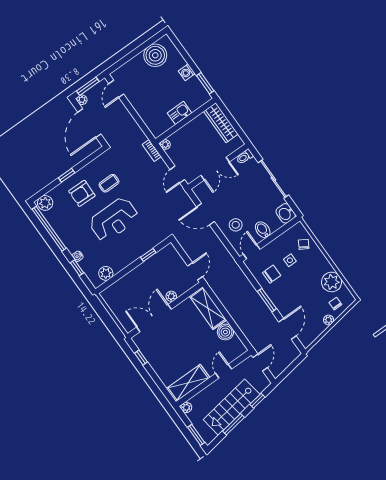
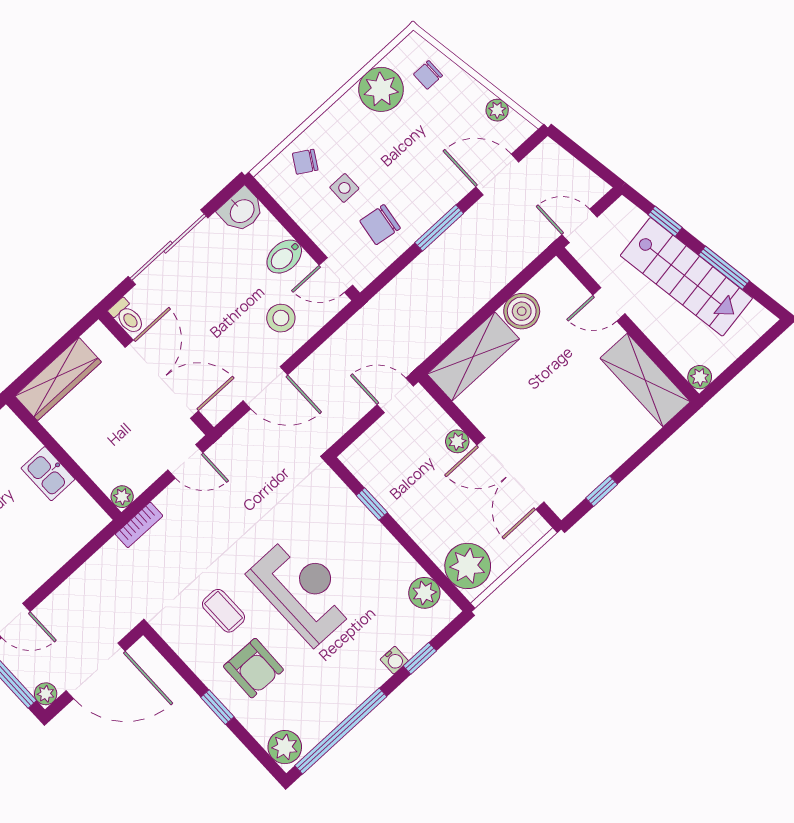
double door: (215, 169) -> (162, 379), width x1.37
door: (206, 214) -> (265, 388), hinge flipped
chair: (272, 274) -> (380, 225), turned -82
plant: (115, 294) -> (468, 566), added
plant: (329, 320) -> (497, 110), moved
window: (196, 435) -> (758, 348), removed

